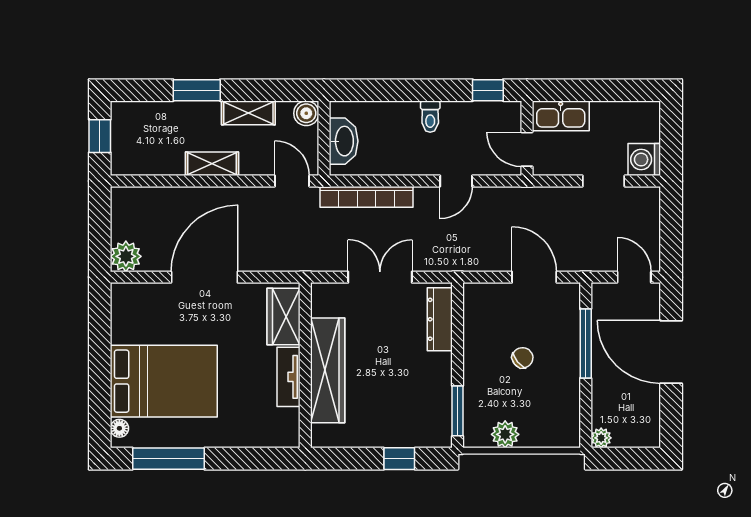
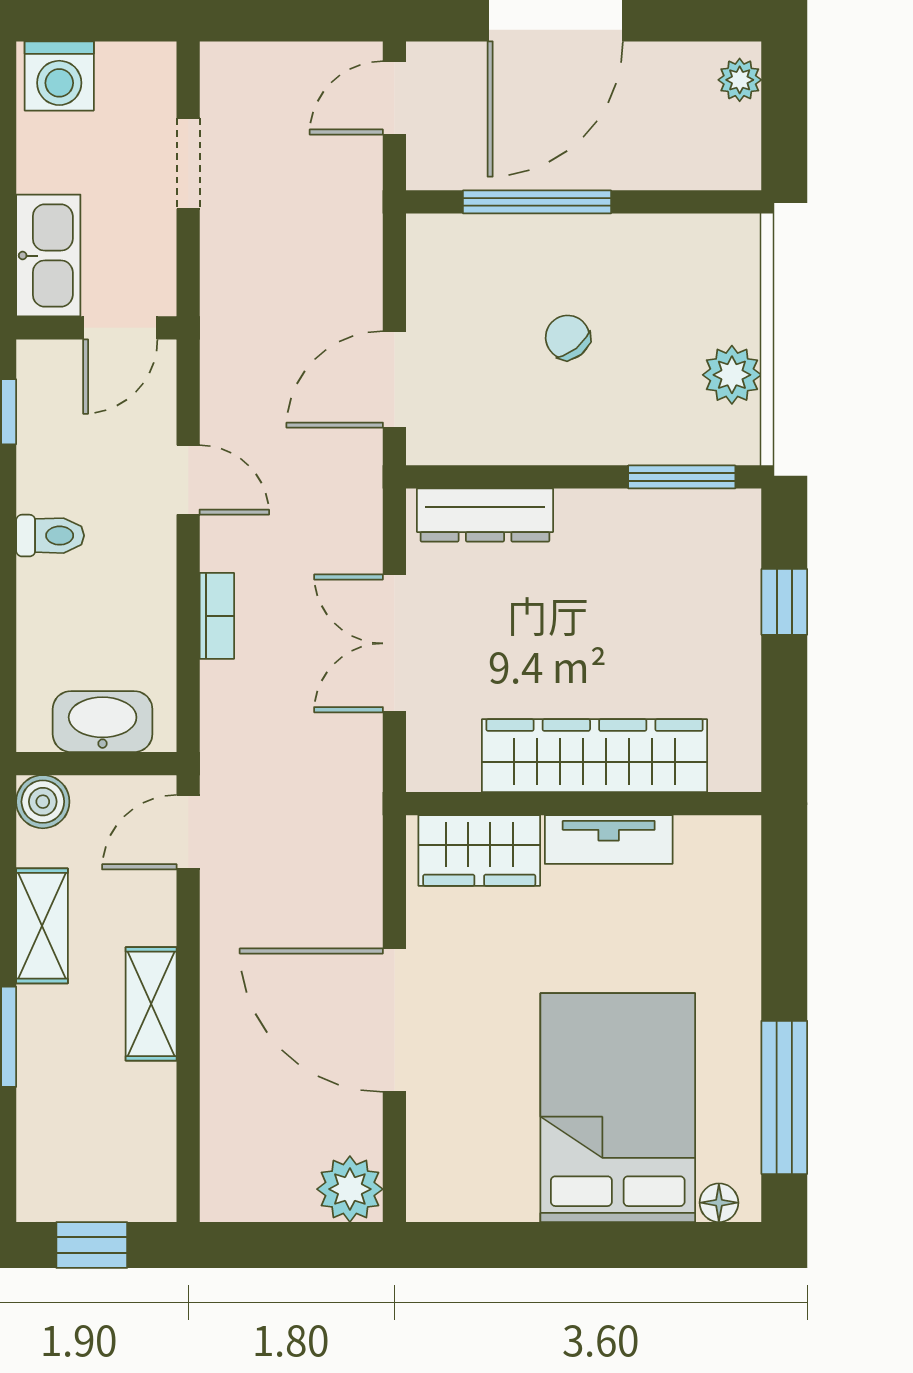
washing machine: (644, 160) -> (59, 76), moved
bookcase: (366, 197) -> (217, 616), width x0.43, depth x0.76
door: (534, 277) -> (394, 379), moved
plant: (601, 438) -> (740, 80), moved

